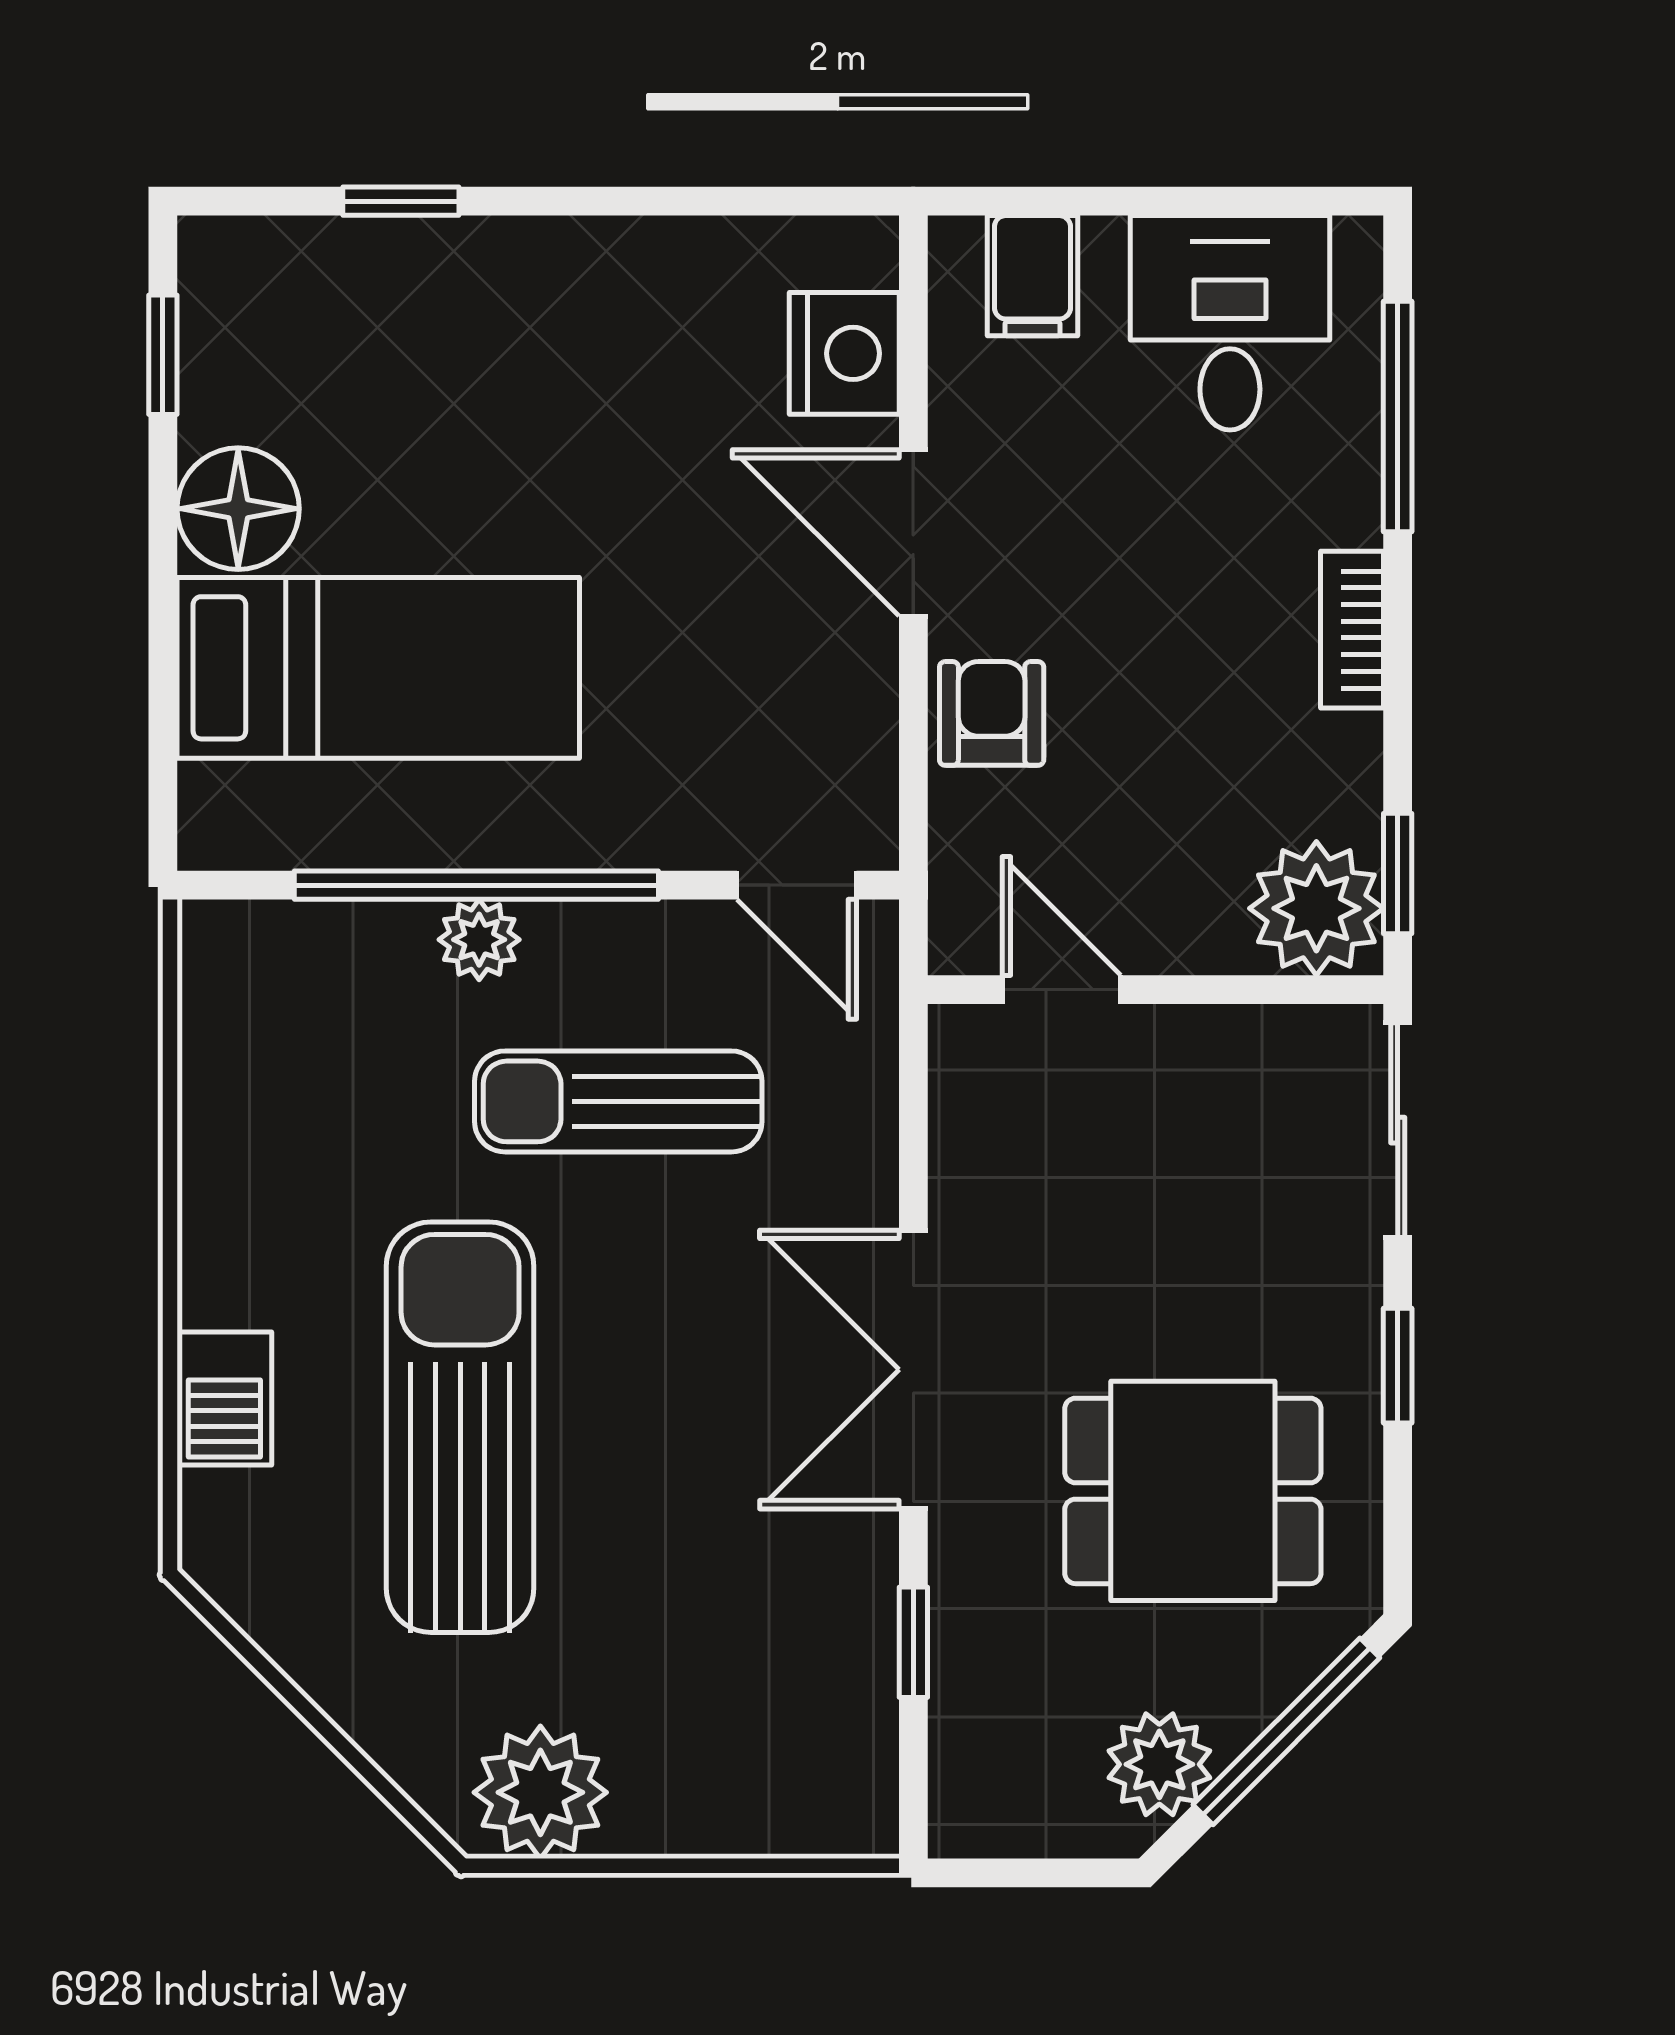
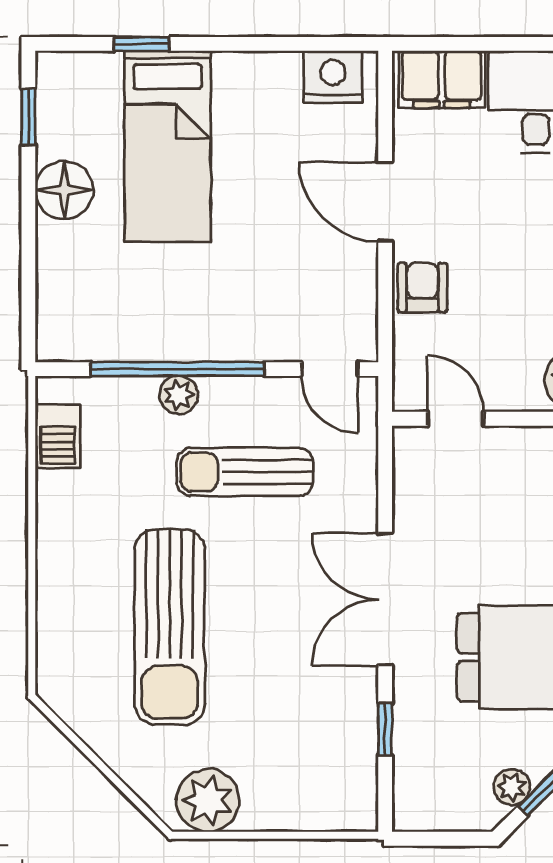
filing cabinet: (1032, 276) -> (442, 79), width x2.00
nightstand: (844, 353) -> (333, 77), moved, turned -90
bed: (378, 668) -> (168, 146), moved, turned 90
barbecue: (224, 1399) -> (58, 436), moved
sun lounger: (460, 1427) -> (170, 627), turned 180
plant: (1159, 1764) -> (512, 787), width x0.73, depth x0.73

